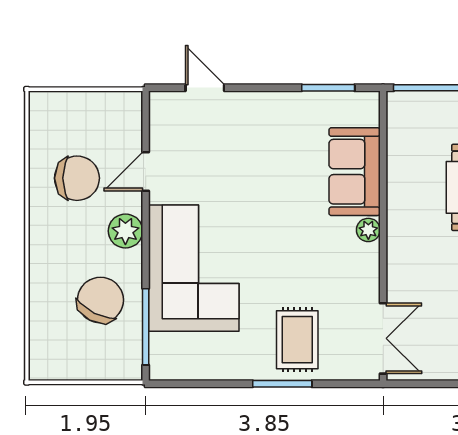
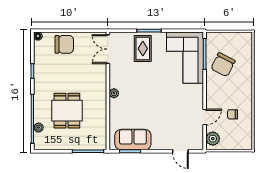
sofa: (355, 172) -> (133, 140), moved, turned -90
chair: (77, 178) -> (233, 114), width x0.54, depth x0.54
plant: (125, 231) -> (213, 139), moved
corner sofa: (194, 268) -> (185, 58), moved

